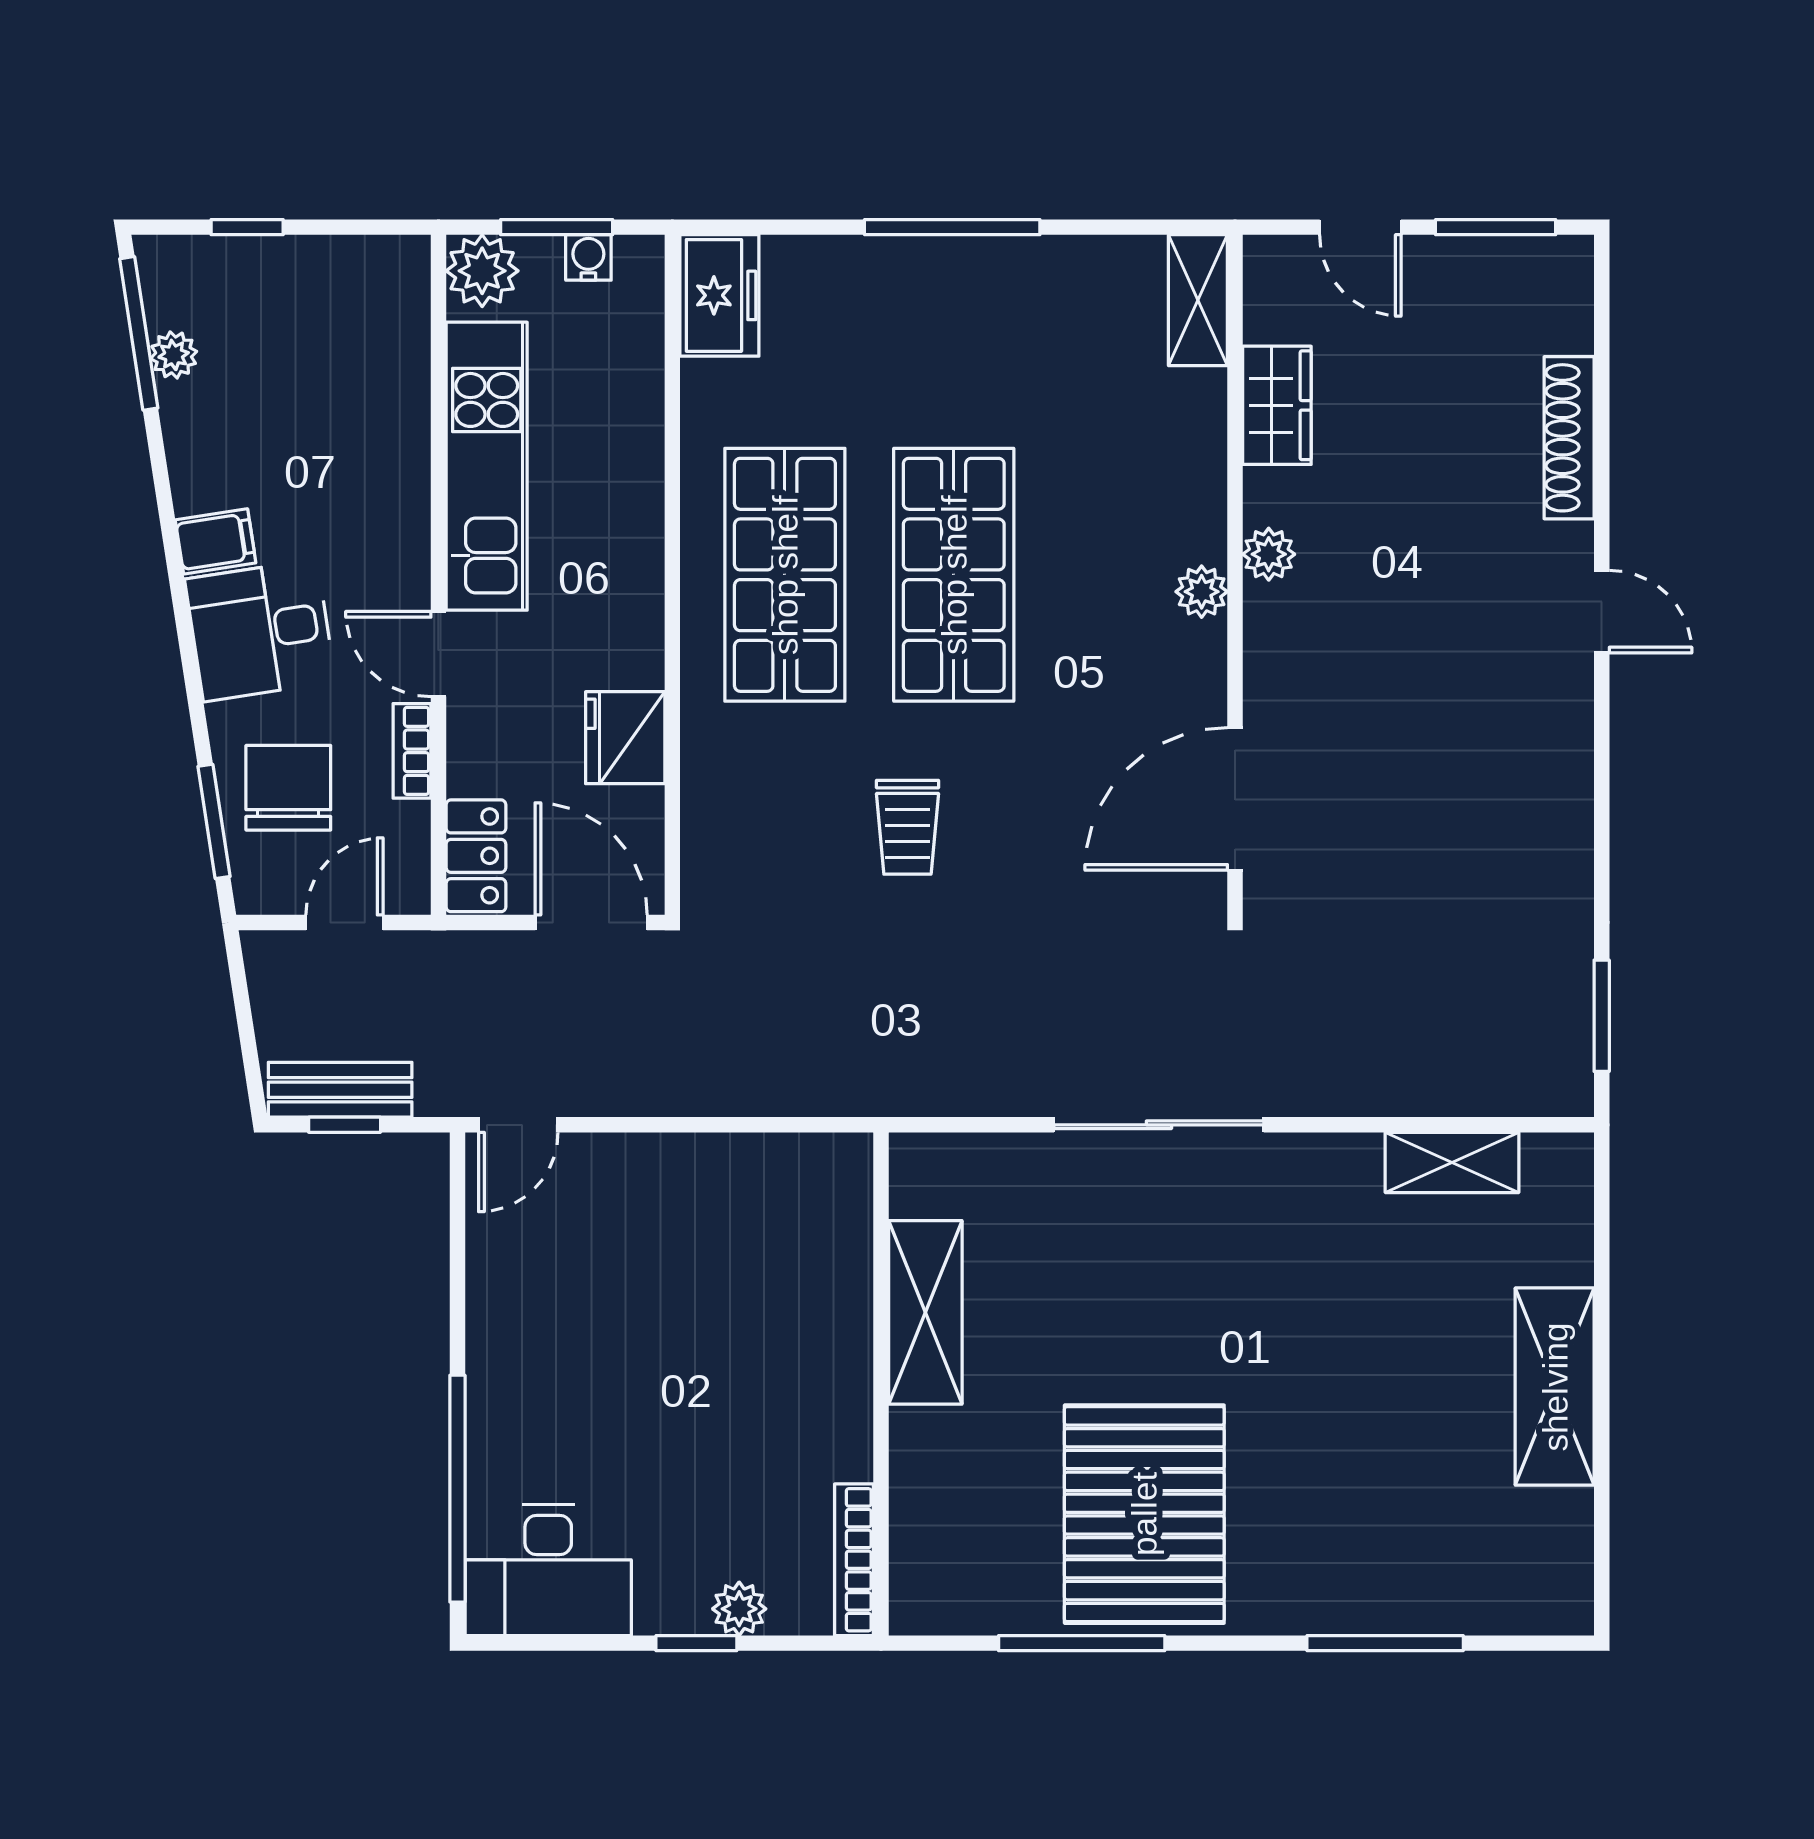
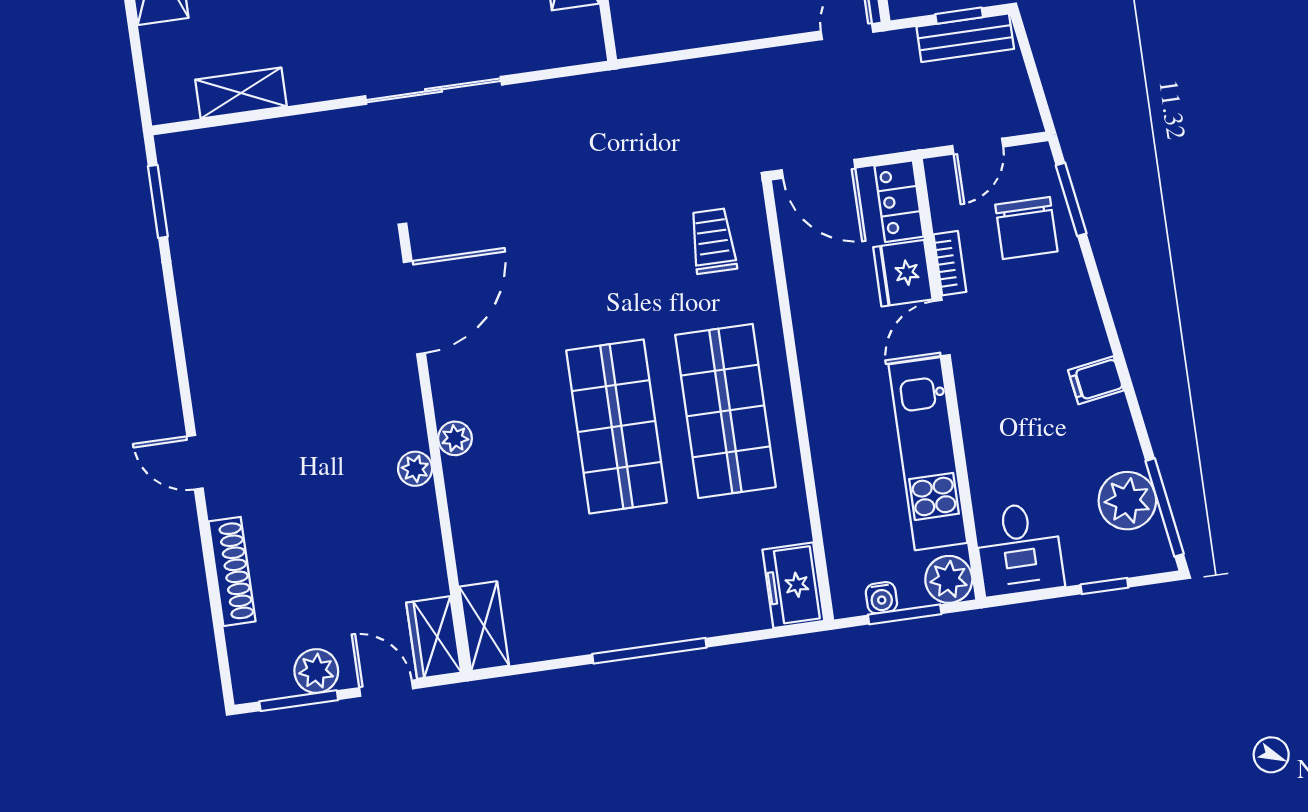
plant: (1463, 268) -> (316, 671), added
plant: (174, 355) -> (1127, 501), width x1.87, depth x1.87
wardrobe: (1277, 405) -> (434, 638), moved
desk: (260, 630) -> (1019, 549), moved, turned 99
door: (438, 654) -> (942, 328), swing flipped
fridge: (625, 738) -> (903, 273), moved, turned 180
trolley: (907, 827) -> (713, 241), moved

